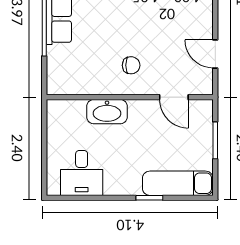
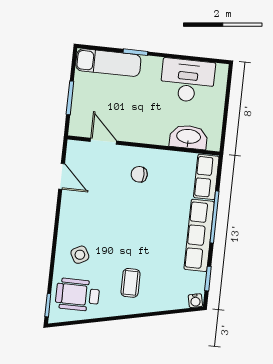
row of seats: (58, 70) -> (206, 177), added
washbasin: (107, 112) -> (189, 137), moved
desk: (82, 173) -> (188, 81), width x1.37

